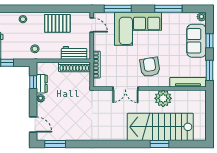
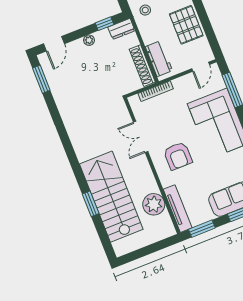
armchair: (150, 67) -> (178, 156), turned 99
dresser: (42, 84) -> (121, 29), moved
plant: (163, 98) -> (154, 204), moved

